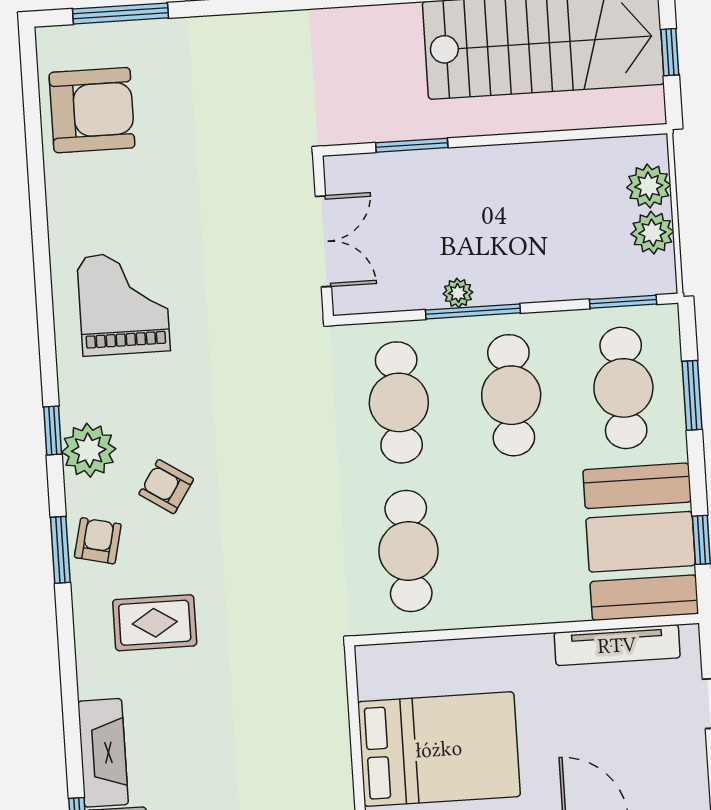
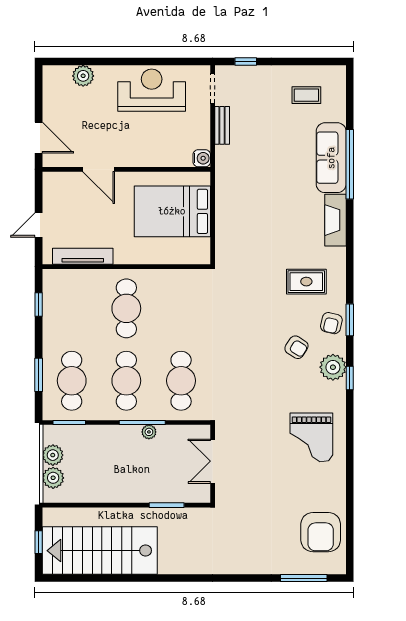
armchair: (92, 110) -> (321, 532), turned -90
booth: (641, 542) -> (68, 306), removed
cafe table: (408, 551) -> (126, 308), moved

